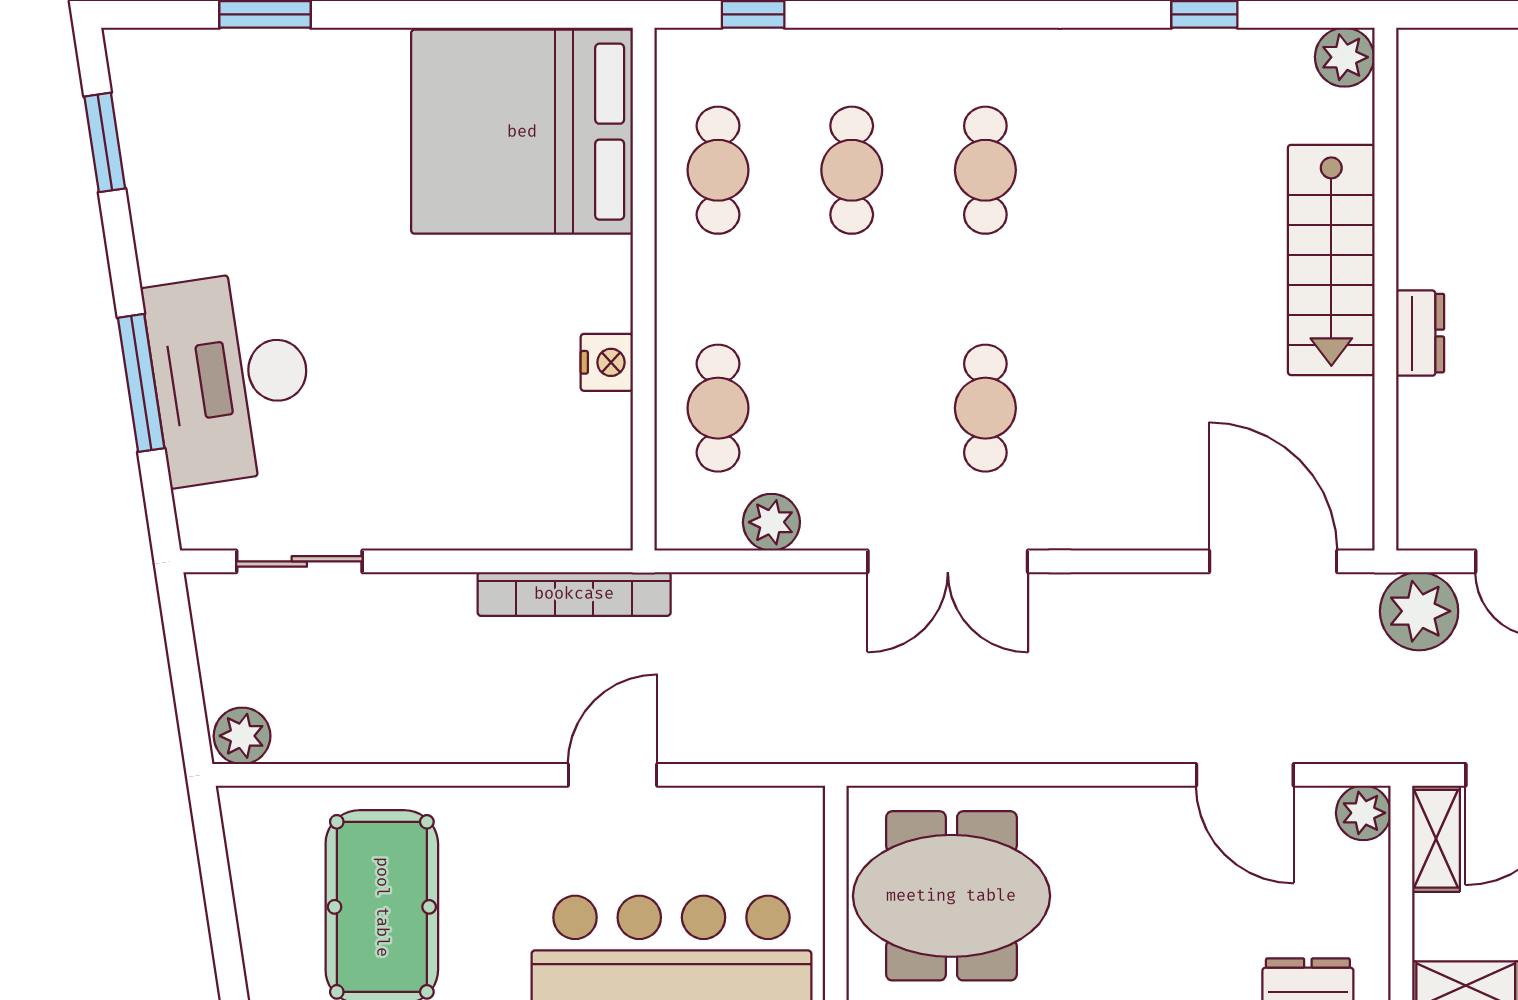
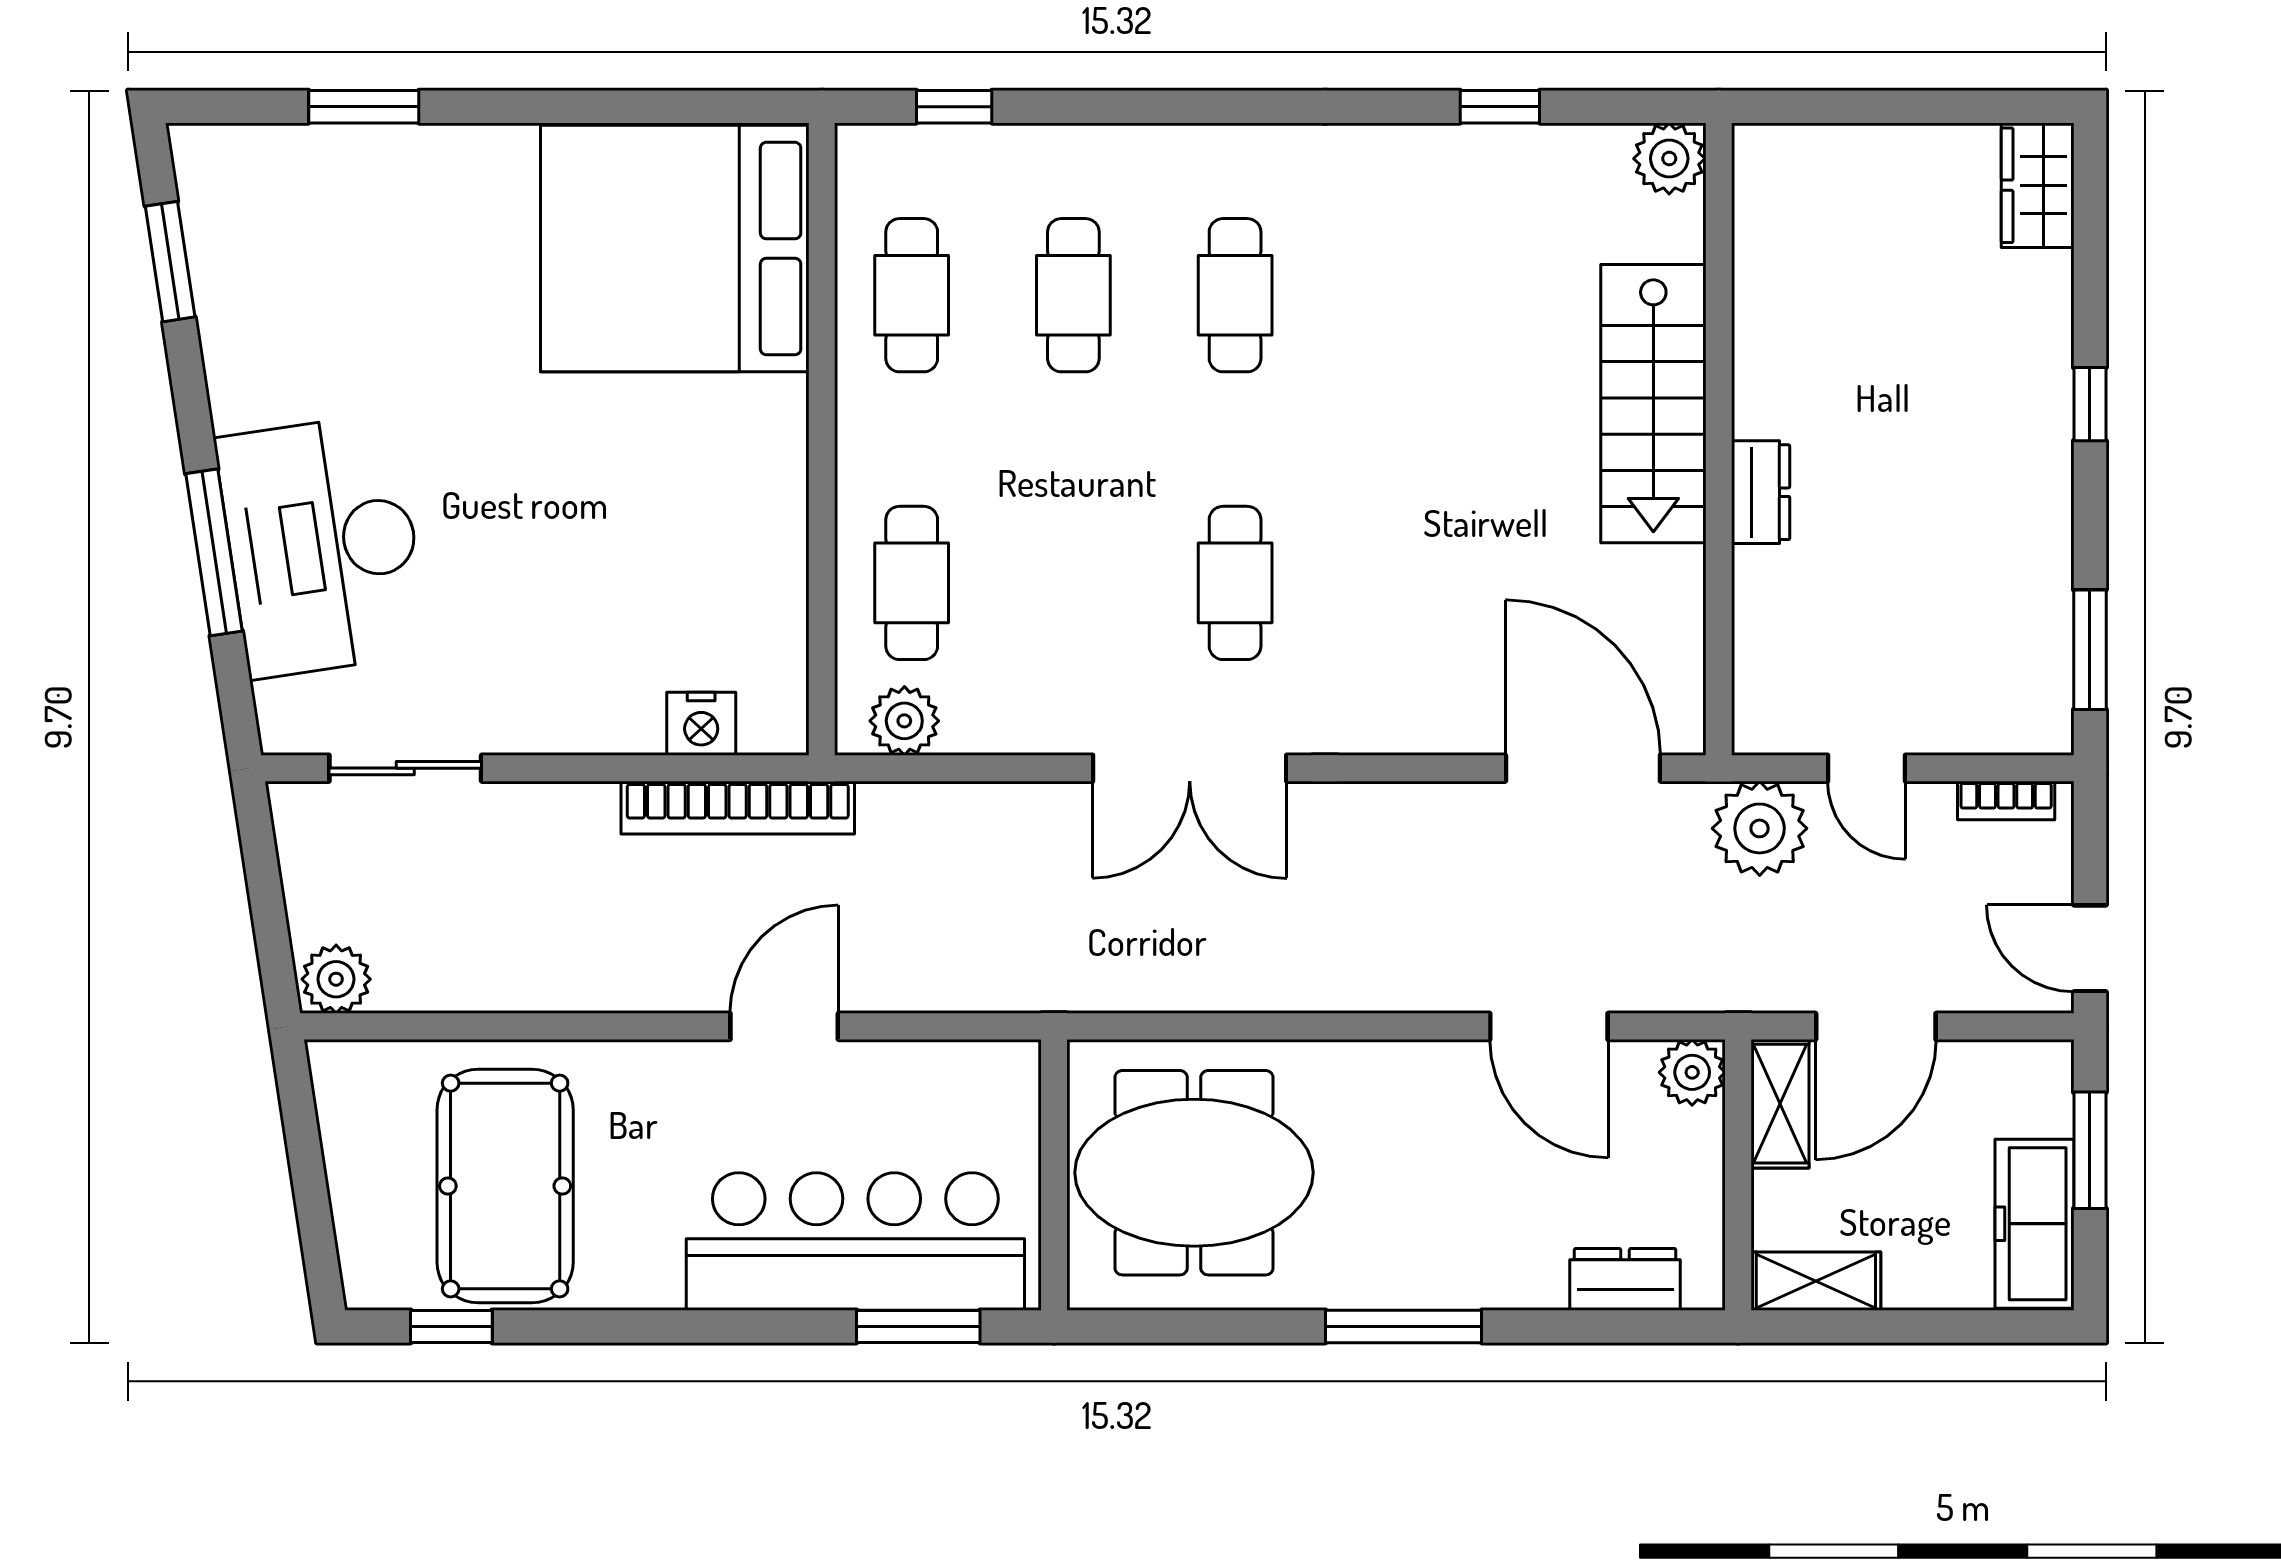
nightstand: (607, 362) -> (701, 724), moved, turned 90
plant: (771, 522) -> (904, 721), moved

